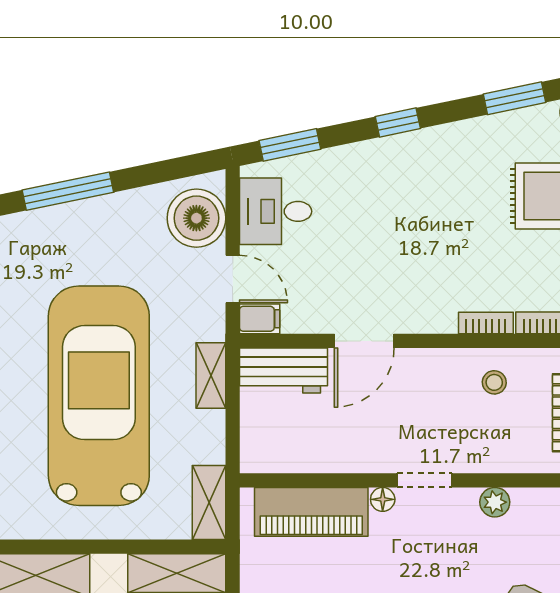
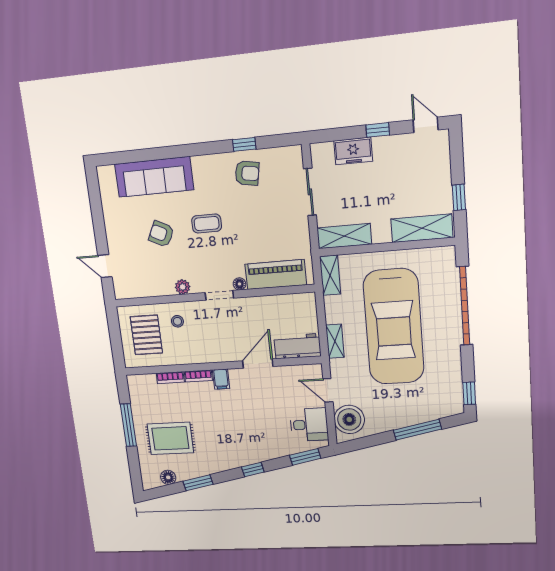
filing cabinet: (260, 319) -> (221, 379), moved, turned -90
stool: (494, 382) -> (177, 321), moved

